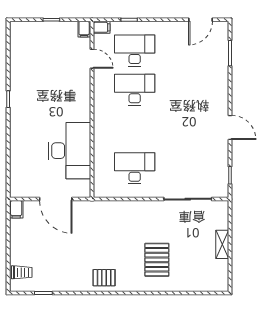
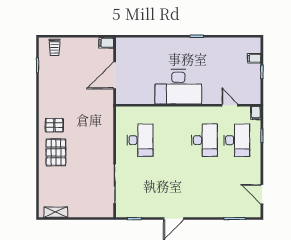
filing cabinet: (84, 29) -> (254, 58), moved
door: (92, 59) -> (230, 105), swing flipped
desk: (70, 151) -> (178, 87), moved
shelving: (222, 244) -> (56, 212), moved
pallet: (157, 260) -> (56, 152), moved, turned 90
pallet: (104, 278) -> (54, 125), moved, turned 90

